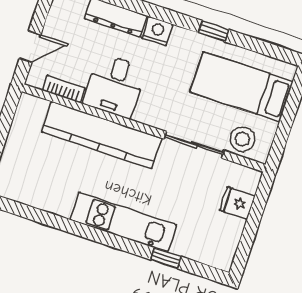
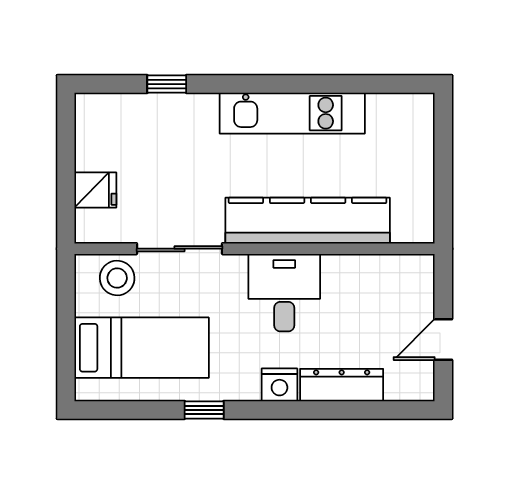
door: (30, 47) -> (443, 340), moved
desk: (115, 86) -> (284, 293), moved
bookcase: (64, 89) -> (379, 265), removed
kitchen unit: (123, 222) -> (292, 113), moved

